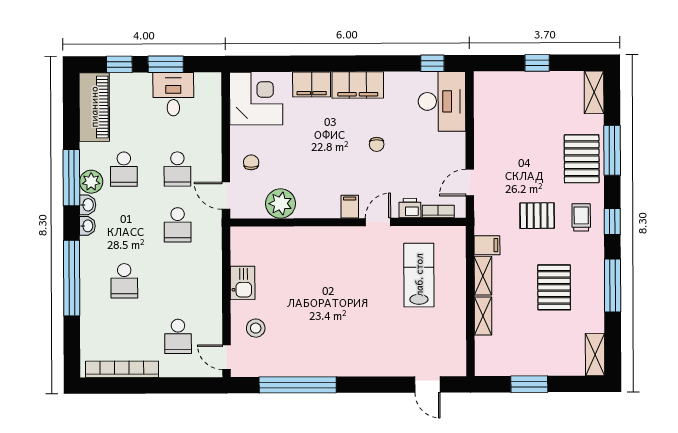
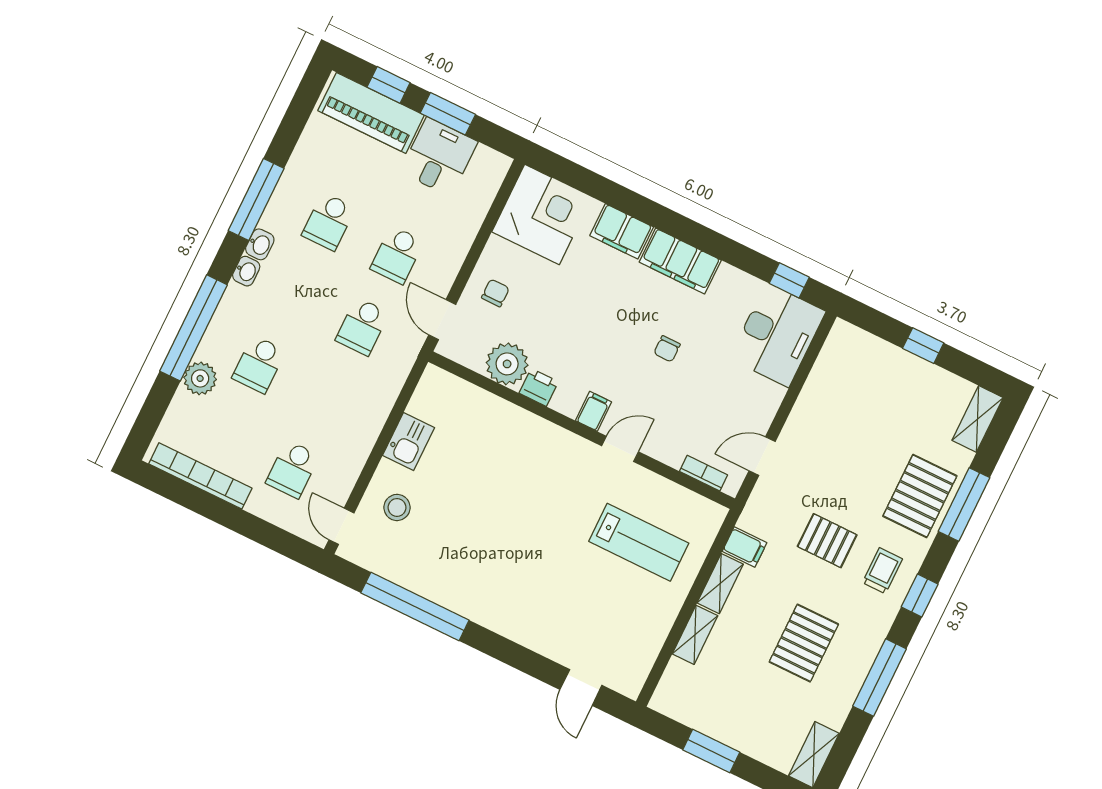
piano: (94, 107) -> (371, 113), moved, turned 90
plant: (91, 182) -> (200, 378), moved
printer: (410, 208) -> (539, 387), moved
lab bench: (419, 275) -> (639, 542), turned 90

